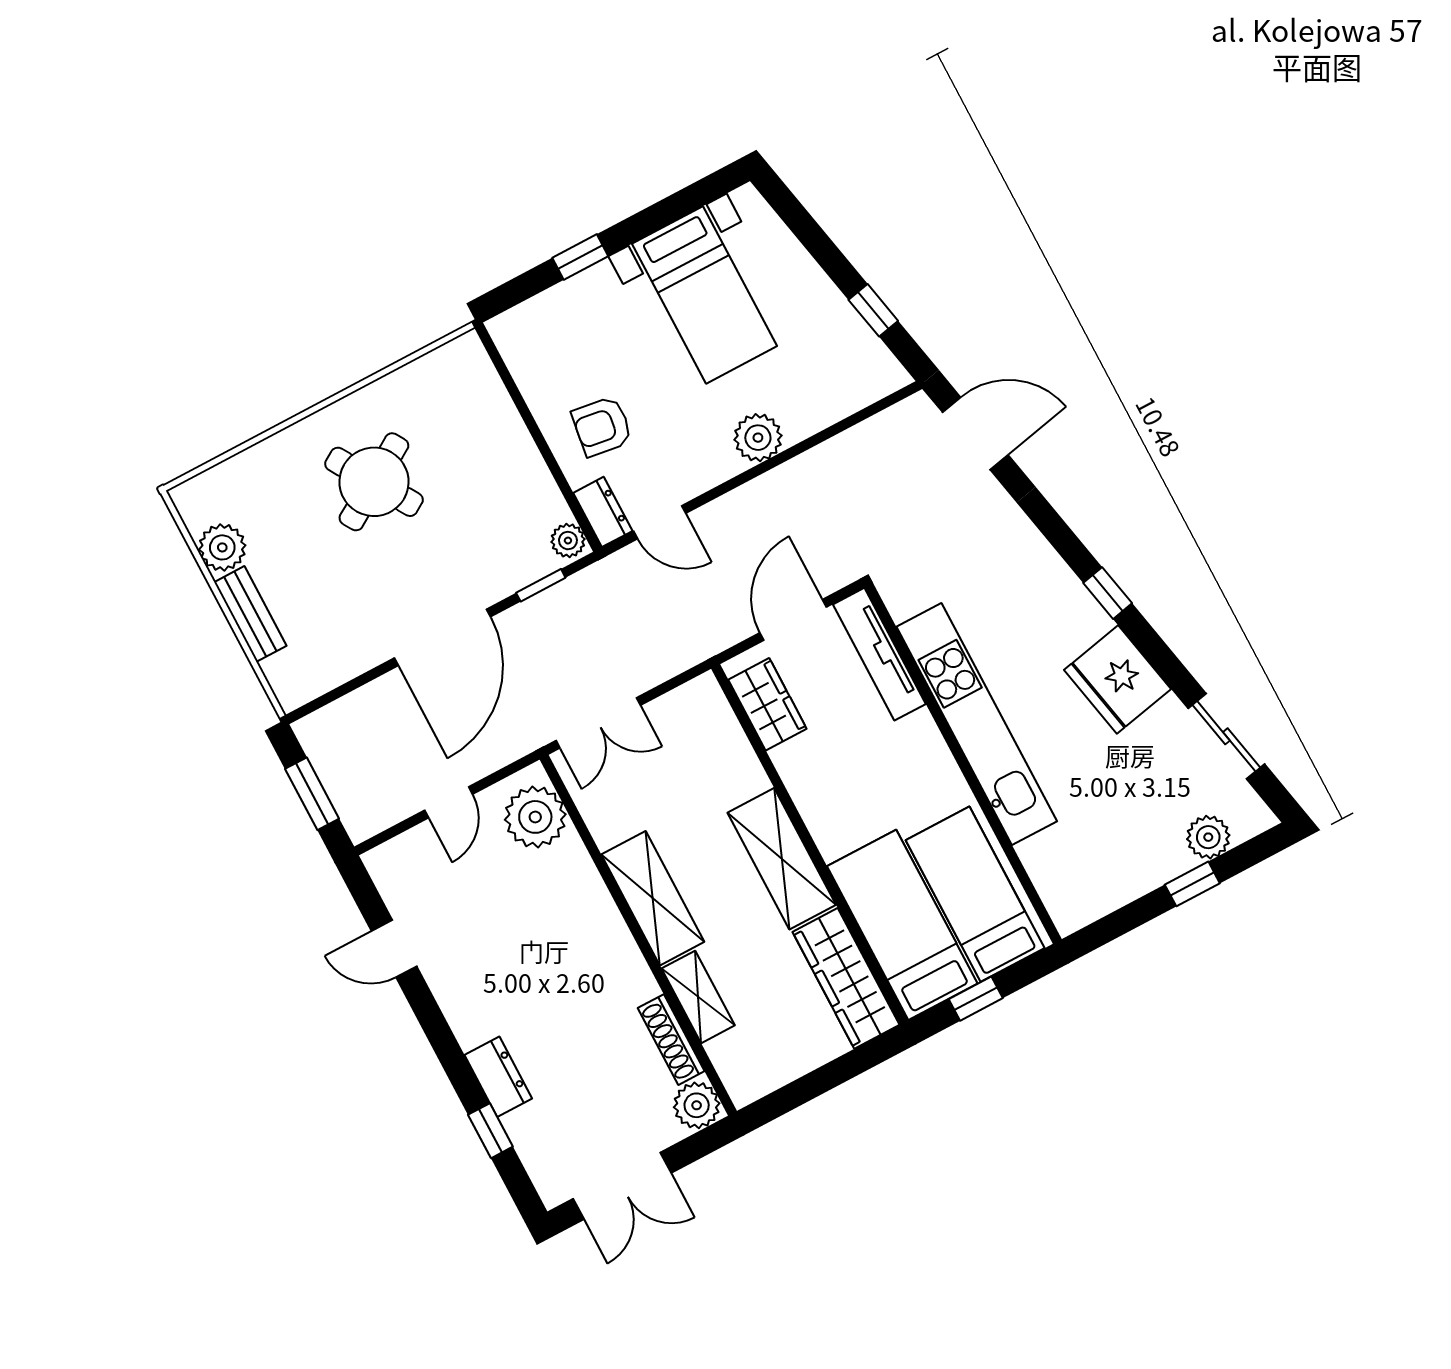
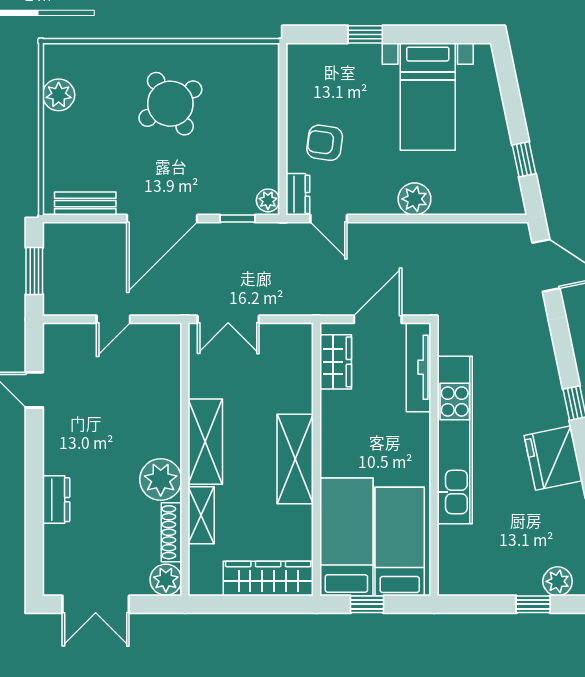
bench: (250, 614) -> (85, 204), moved, turned 90
plant: (535, 817) -> (161, 480), moved
wardrobe: (846, 978) -> (268, 579), moved, turned 90
window: (490, 1131) -> (34, 530), removed

